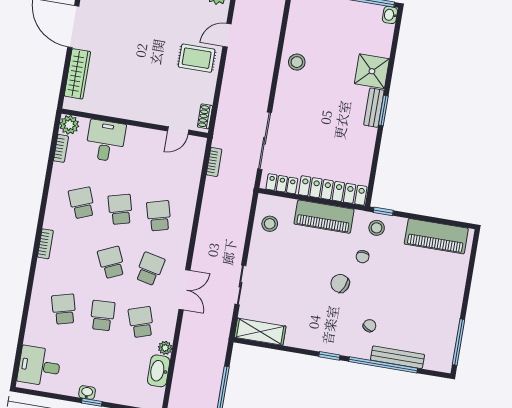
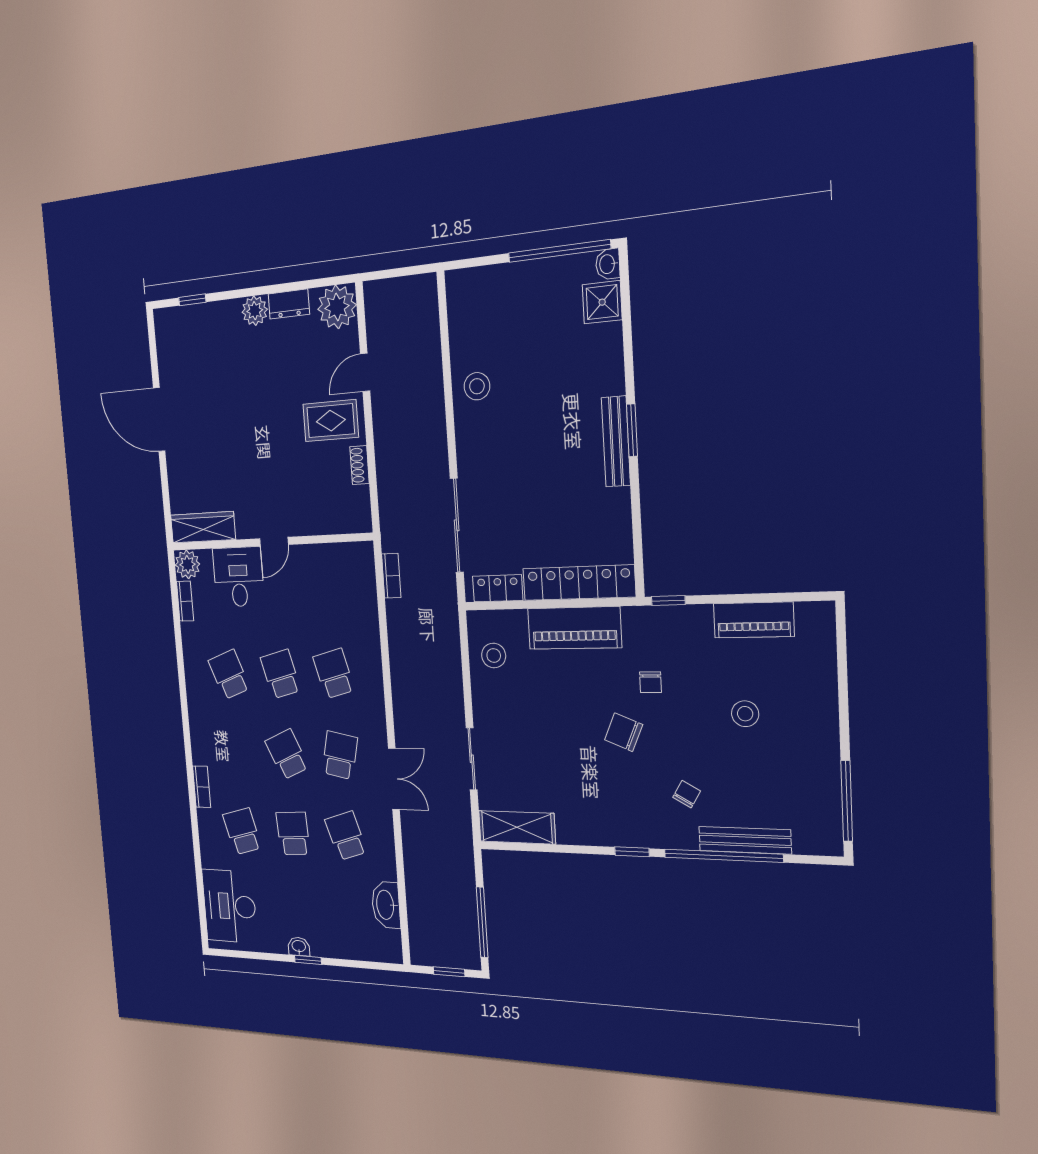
shower: (372, 71) -> (602, 302), moved, width x0.73, depth x0.73
wardrobe: (77, 74) -> (203, 527), moved, turned -90
bench: (374, 108) -> (616, 441), width x1.36
shoe rack: (205, 116) -> (360, 465), moved
door: (178, 131) -> (274, 542), moved
stool: (377, 228) -> (745, 714), moved
piano: (436, 236) -> (754, 620), width x0.73, depth x0.75
bookcase: (45, 244) -> (202, 787), moved
plant: (165, 348) -> (387, 870), removed
desk: (39, 366) -> (230, 906), width x1.37

